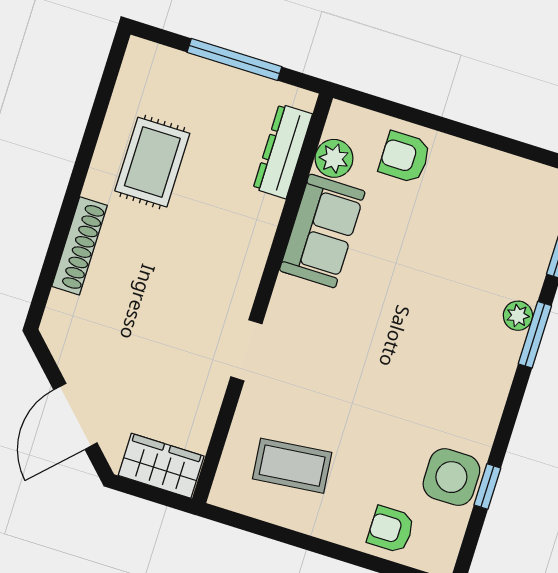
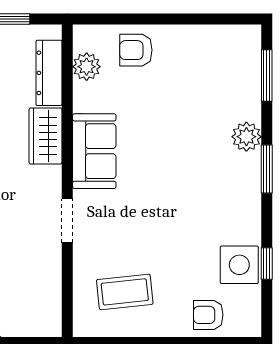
sofa: (322, 231) -> (94, 151), moved
plant: (518, 316) -> (246, 137), width x1.38, depth x1.38
window: (535, 335) -> (267, 169), moved
wardrobe: (161, 466) -> (45, 136), moved, turned -90

